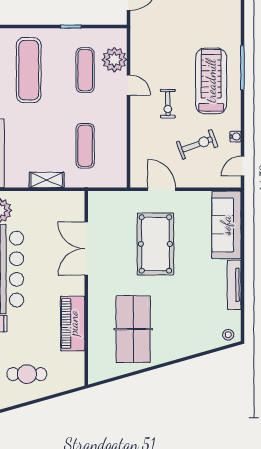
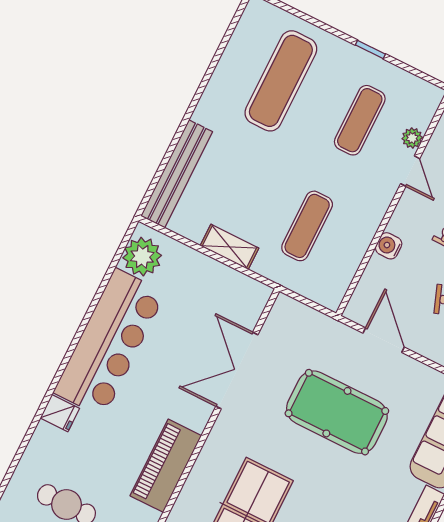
plant: (114, 60) -> (412, 138), width x0.53, depth x0.53
water cooler: (138, 134) -> (389, 246), added
pool table: (155, 244) -> (337, 412), turned 90

